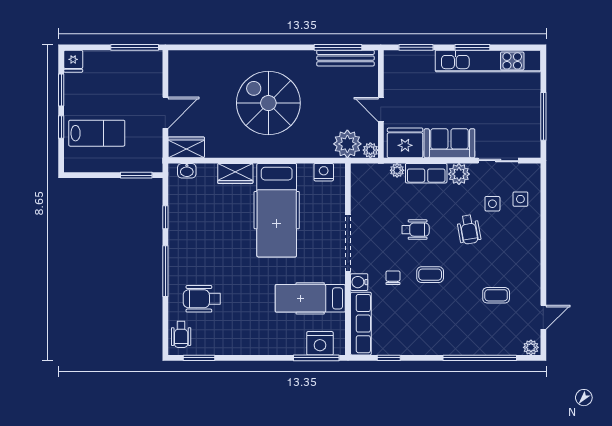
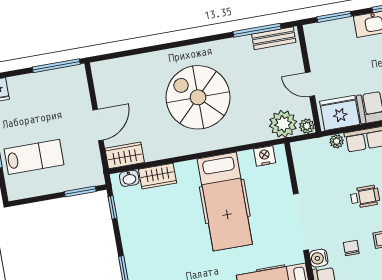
bench: (346, 58) -> (274, 38), width x0.73
wardrobe: (235, 173) -> (157, 176), moved
window: (165, 217) -> (113, 207), moved

